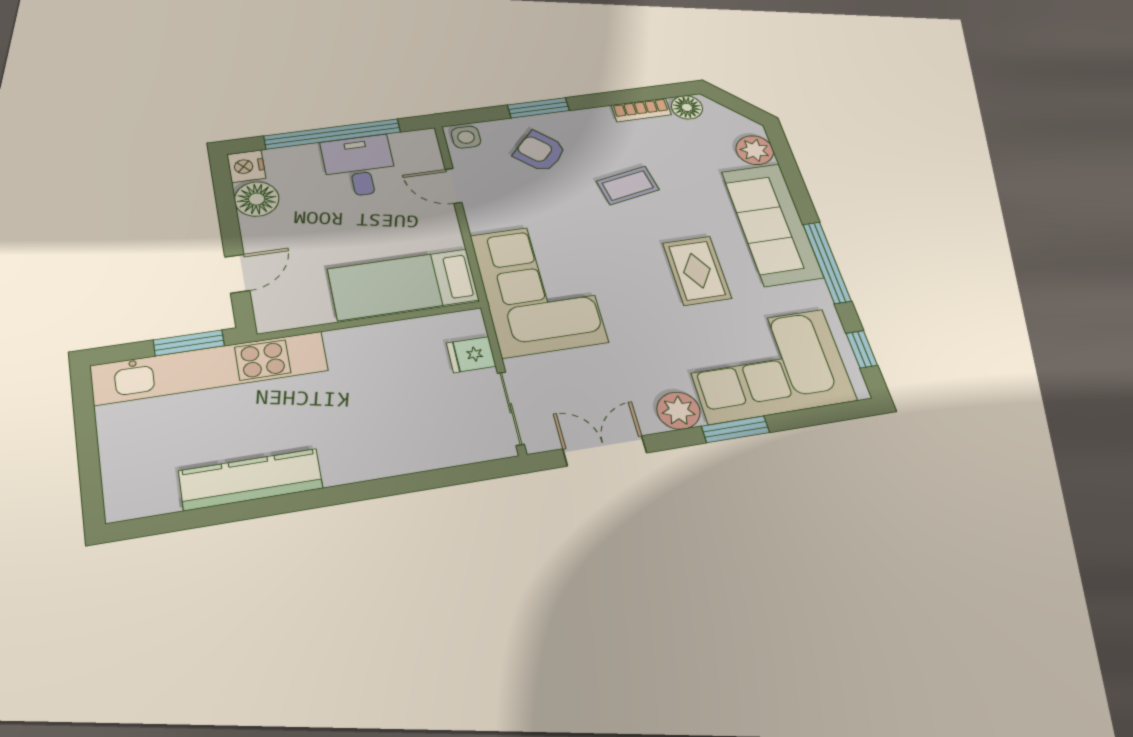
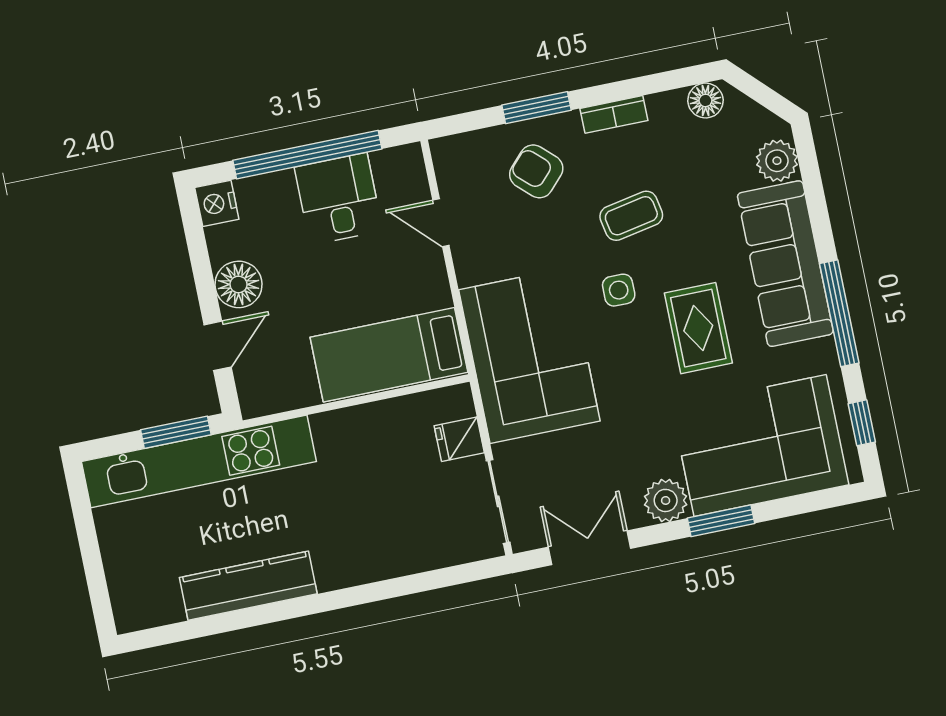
bookcase: (641, 110) -> (614, 114), moved
side table: (466, 137) -> (619, 290), moved
floor lamp: (257, 199) -> (239, 284), moved

